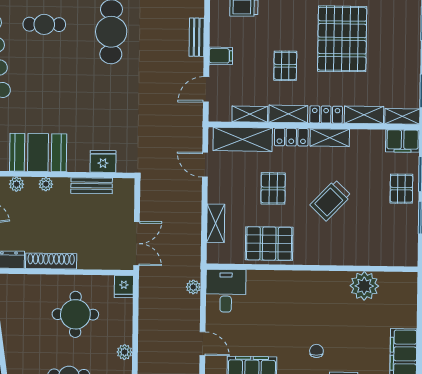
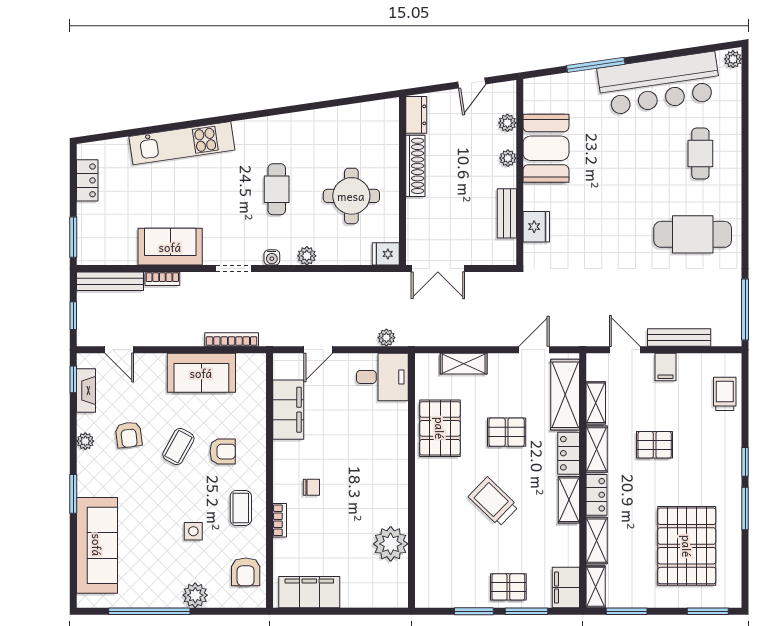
bench: (197, 37) -> (679, 337), width x1.36
pallet: (342, 39) -> (687, 546), moved, turned 90

